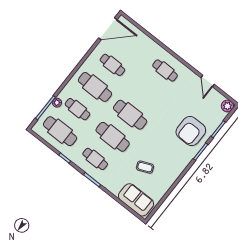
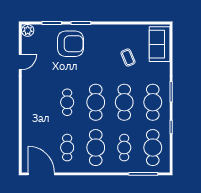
cafe table: (165, 70) -> (67, 102), moved
plant: (57, 103) -> (132, 168), removed
cafe table: (95, 159) -> (153, 102), width x1.37, depth x1.35

